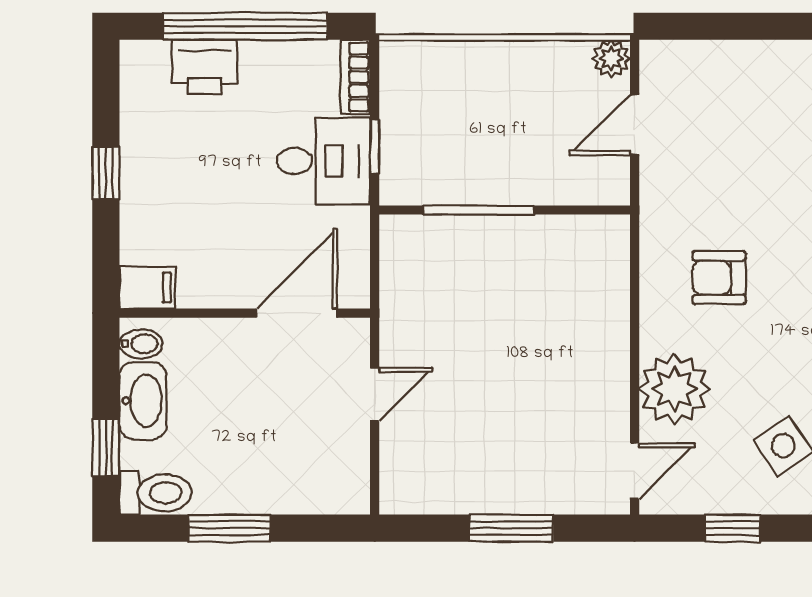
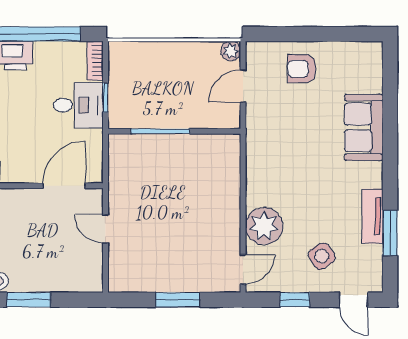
armchair: (719, 278) -> (302, 69), moved
door: (375, 395) -> (105, 229), swing flipped

